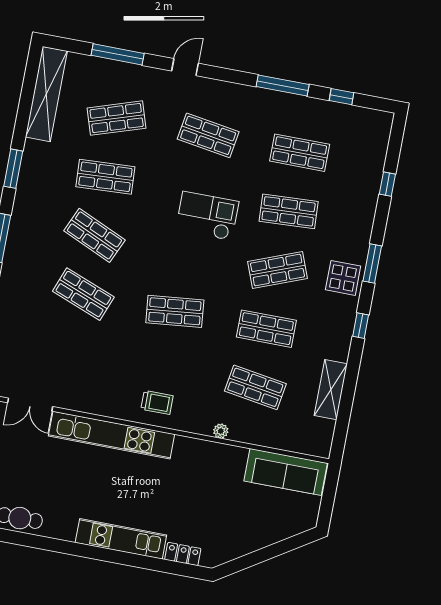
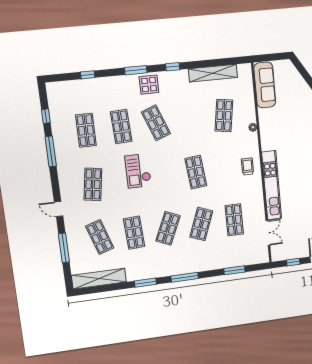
shop shelf: (266, 329) -> (234, 220), moved
shelving: (331, 390) -> (213, 73), width x1.47

